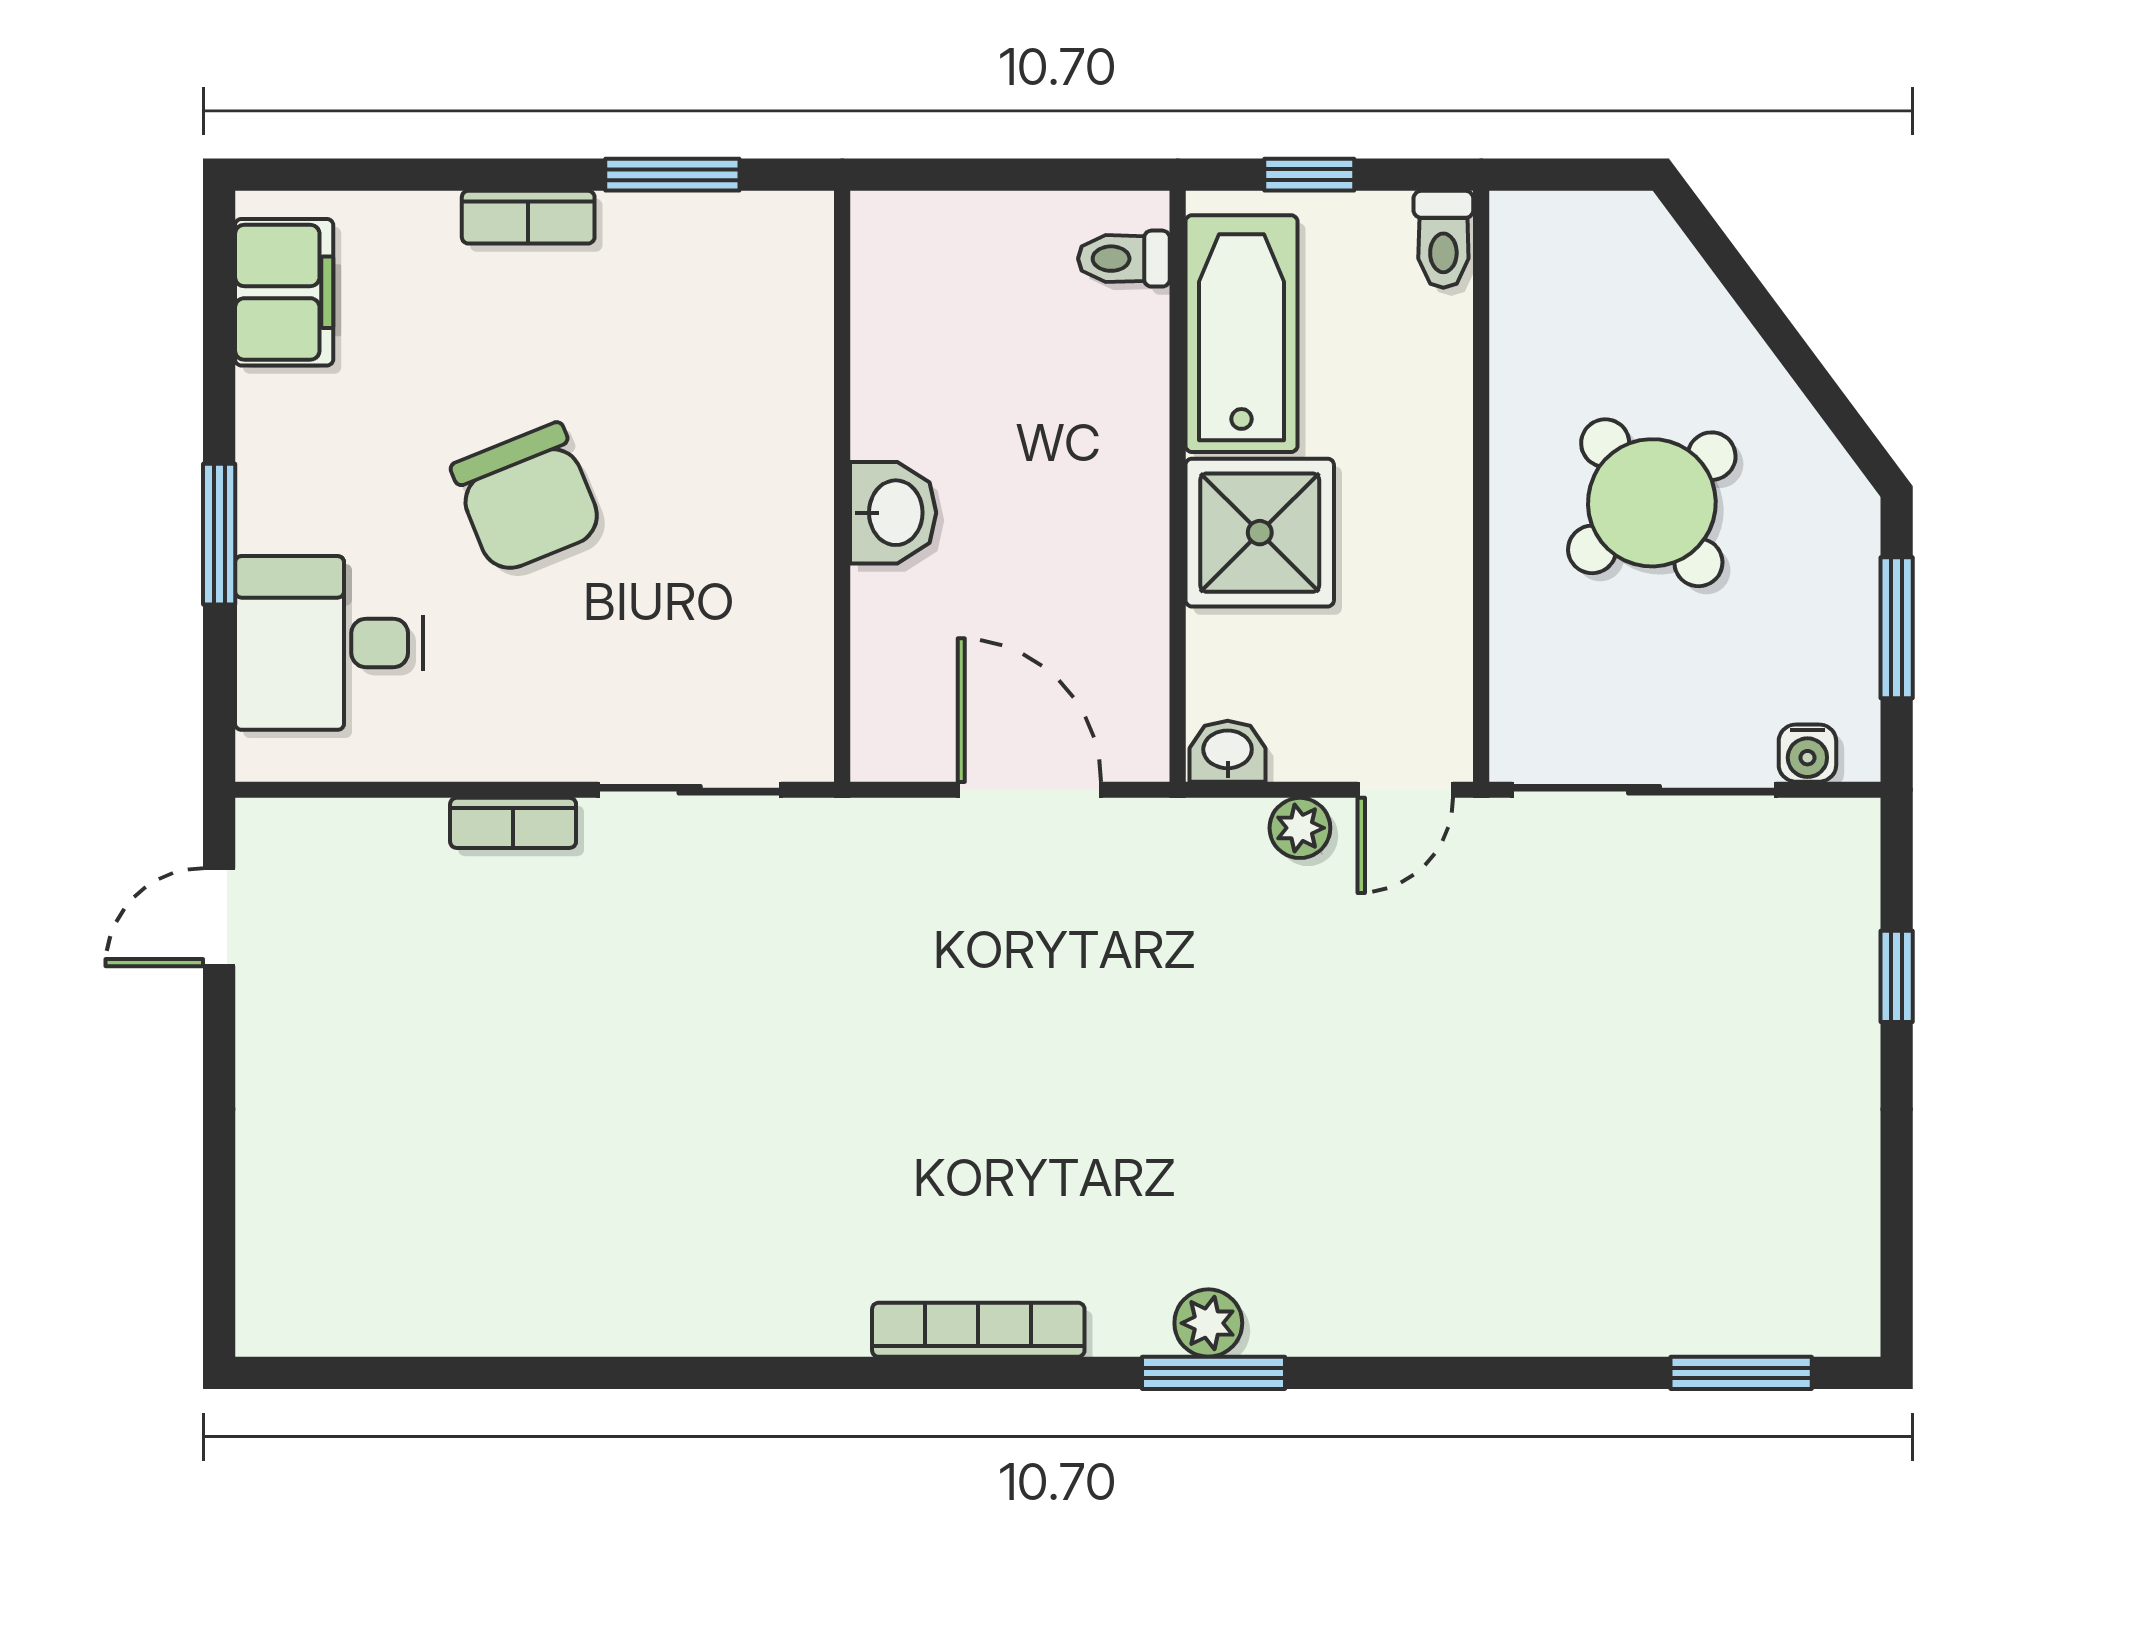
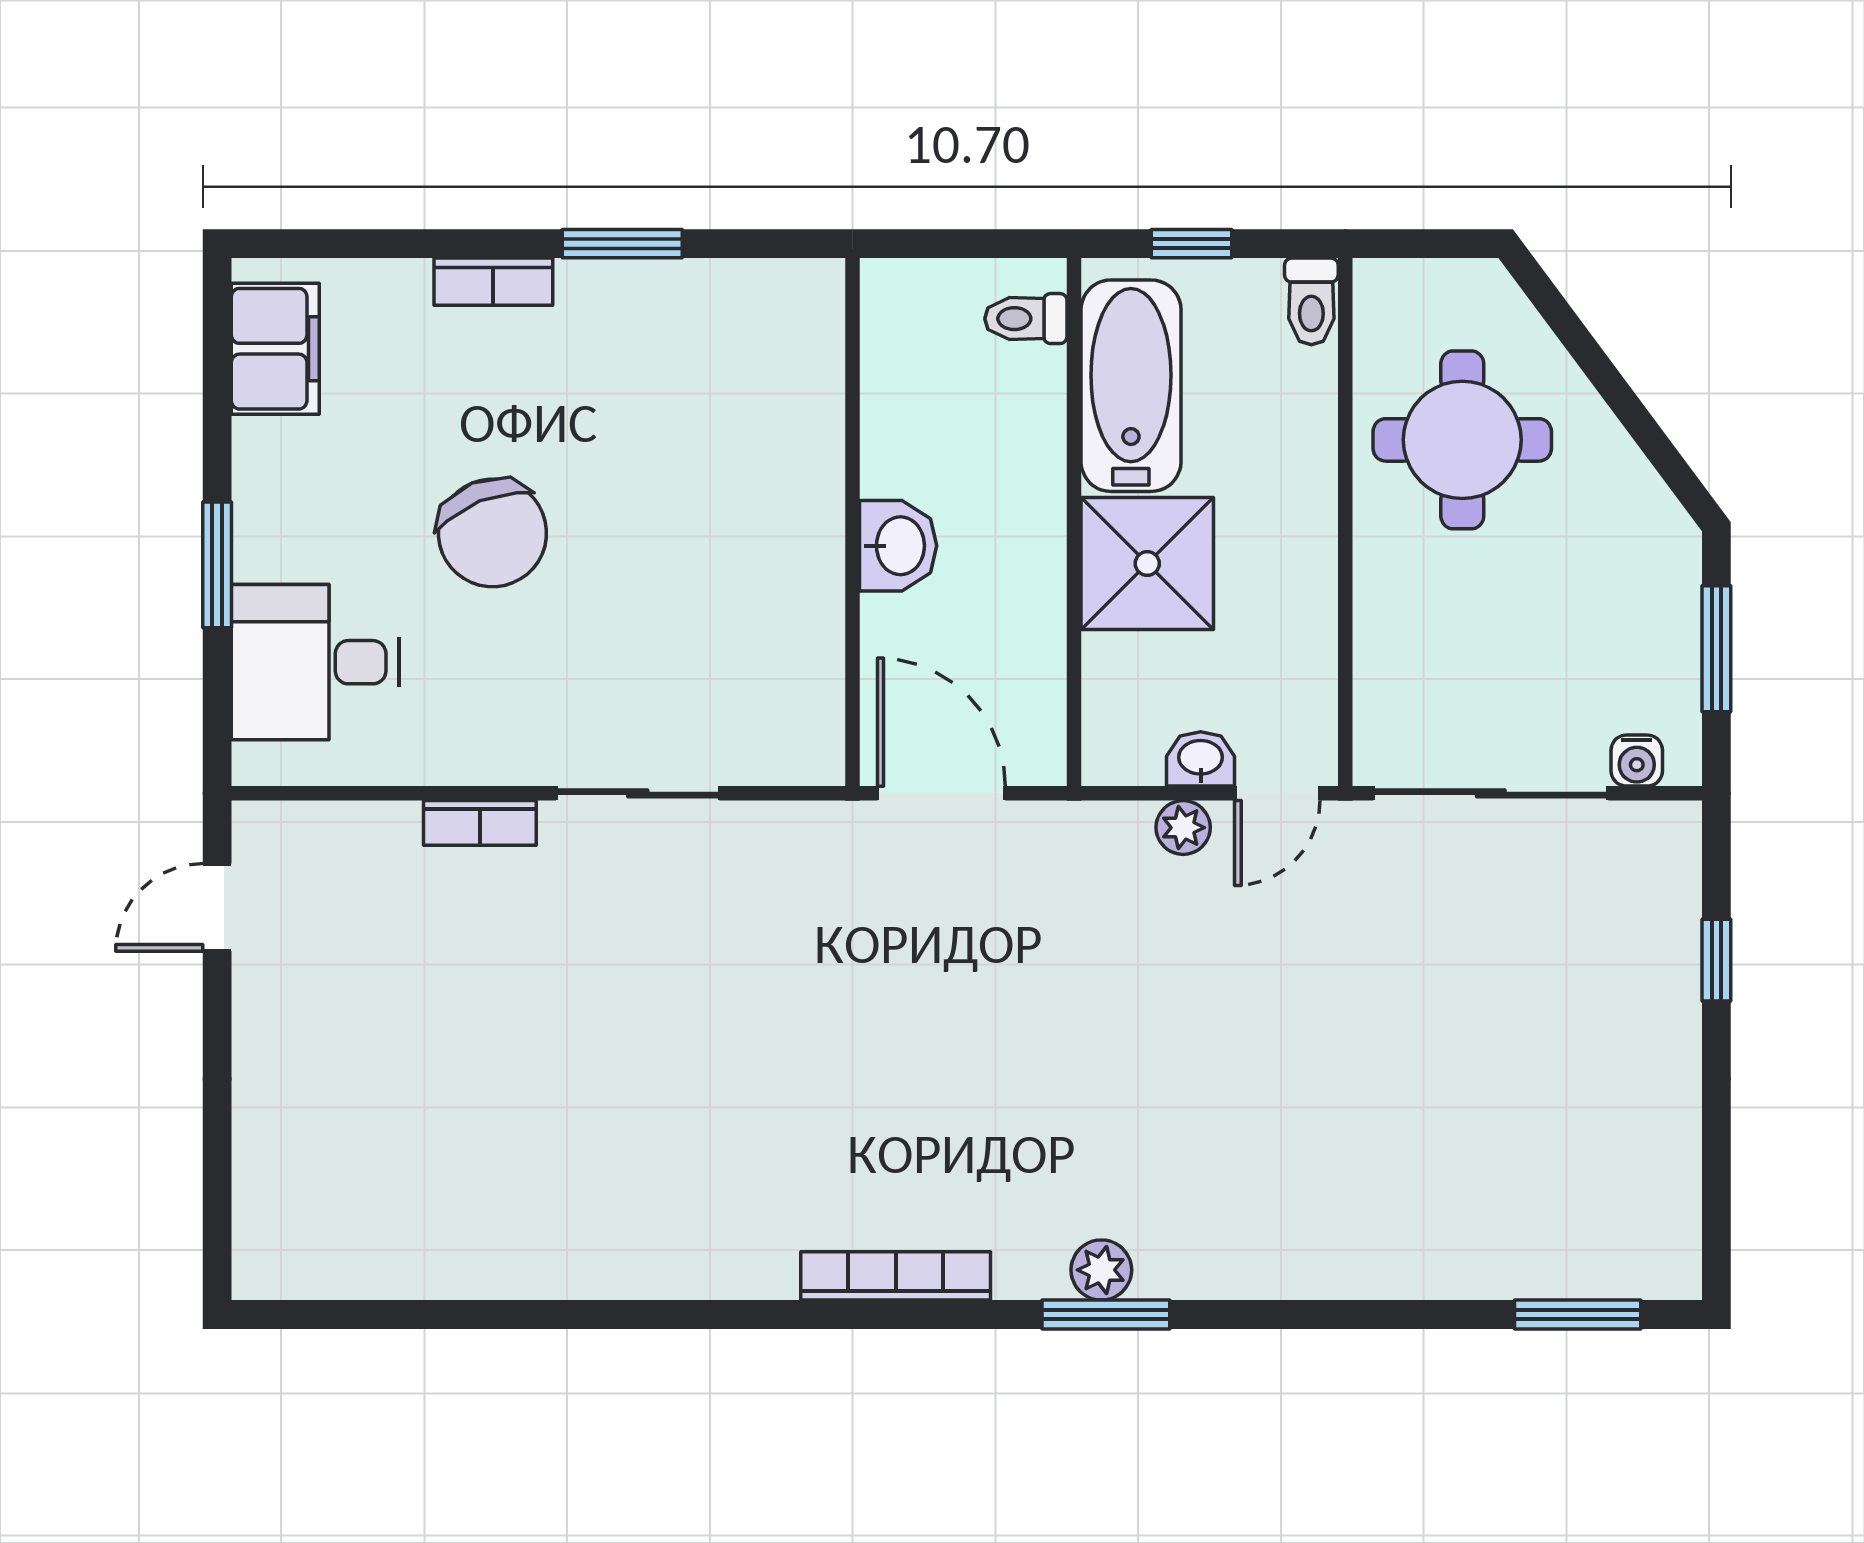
wall: (842, 486) -> (853, 522), moved
round table: (1652, 503) -> (1462, 440), moved, turned 38
washbasin: (893, 513) -> (898, 546), moved
washbasin: (1228, 751) -> (1201, 759), moved

